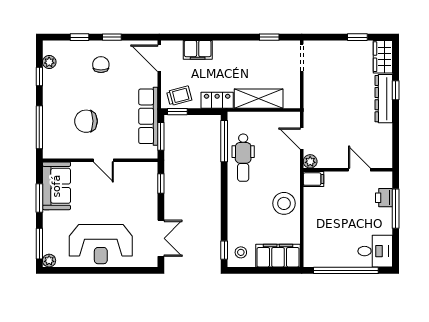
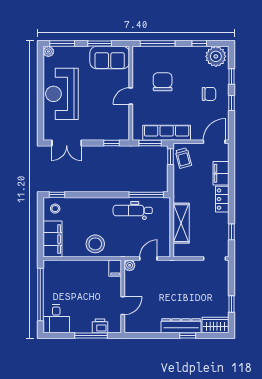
plant: (49, 62) -> (216, 56), width x1.87, depth x1.87
locker: (217, 100) -> (222, 199), moved, turned 180

